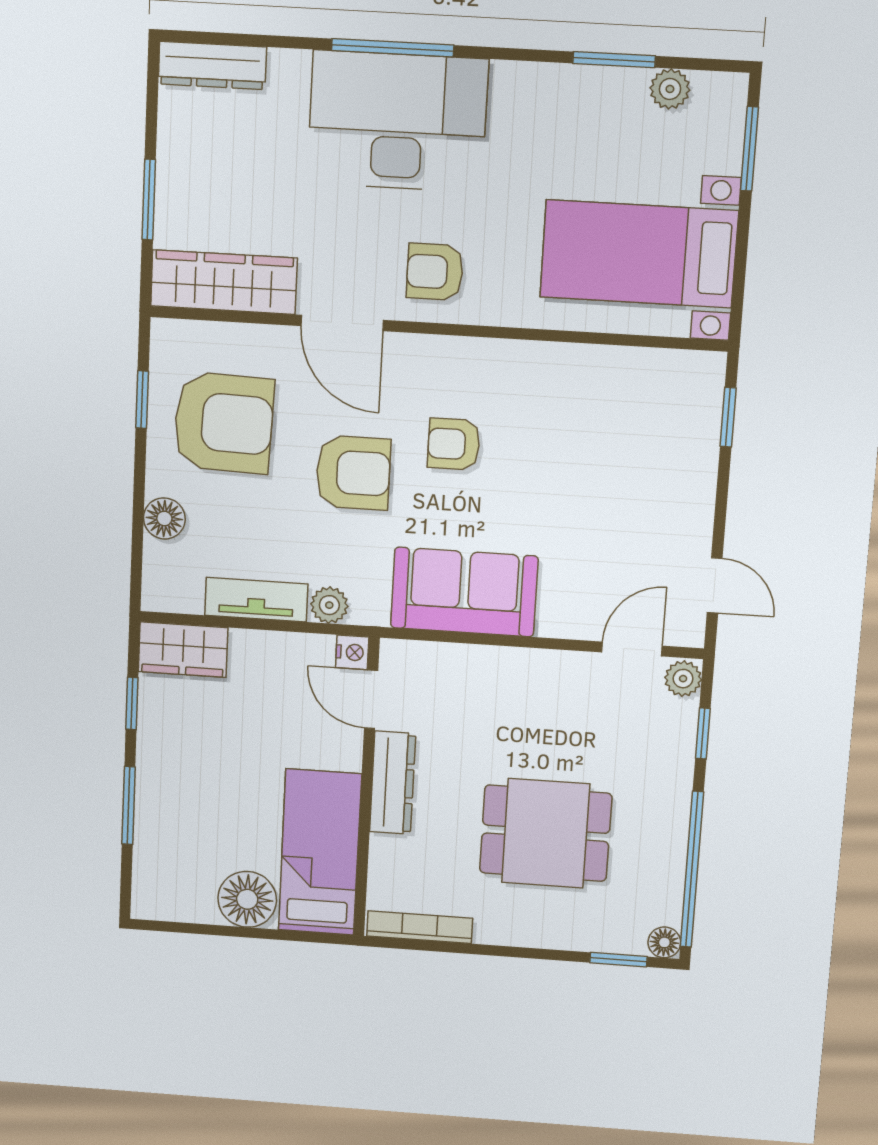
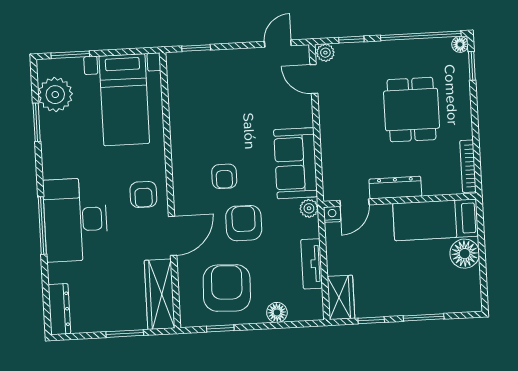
plant: (670, 89) -> (55, 95), width x1.88, depth x1.88
plant: (329, 605) -> (309, 208), moved

